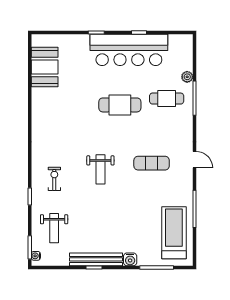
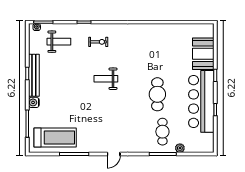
booth: (45, 67) -> (203, 54), moved, turned 90
exercise mat: (152, 163) -> (111, 120), removed
weight bench: (54, 228) -> (59, 42), turned 180

